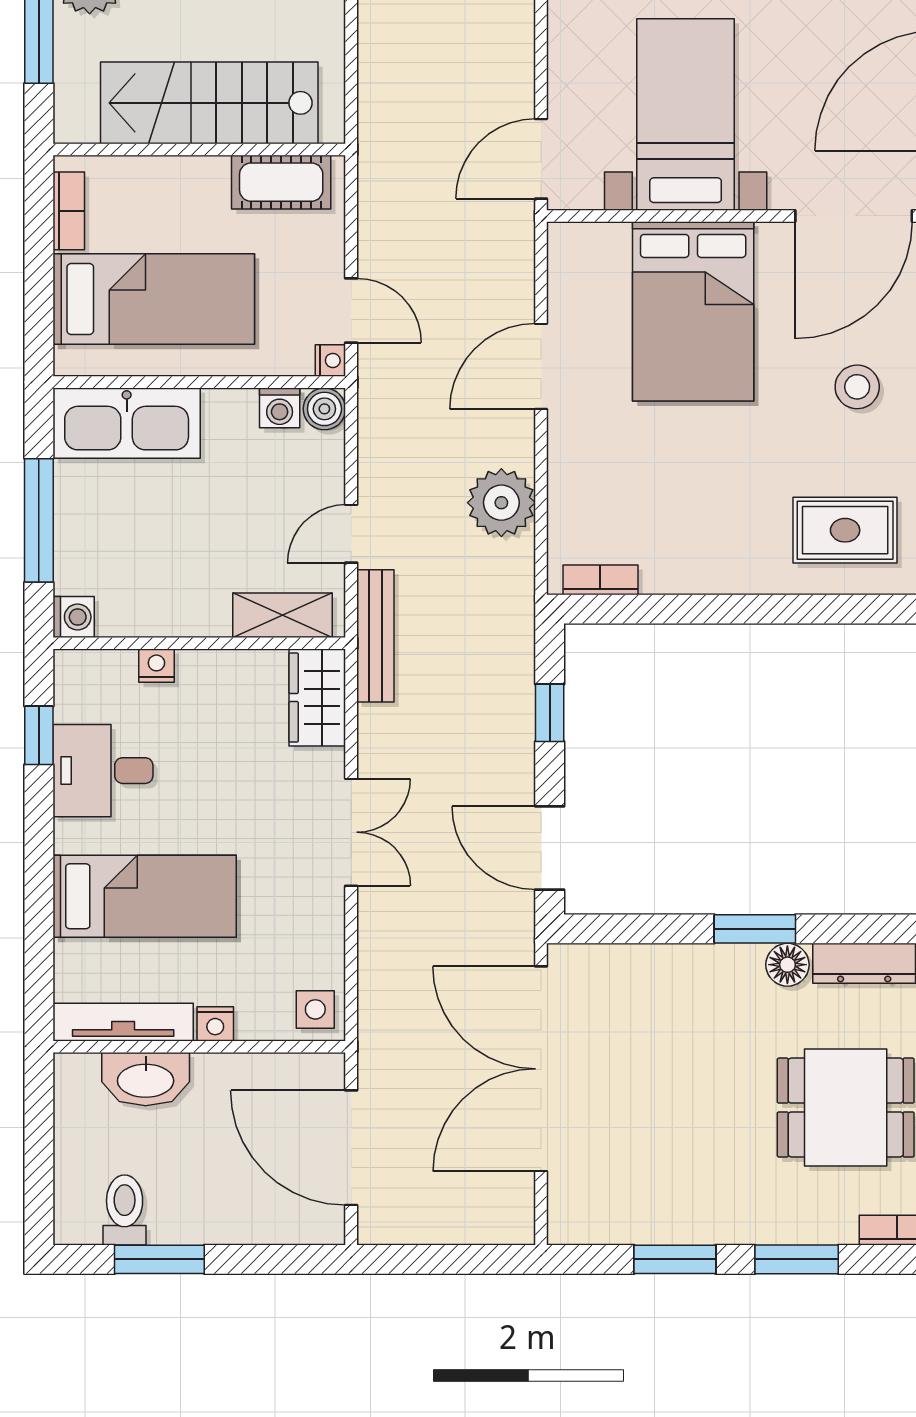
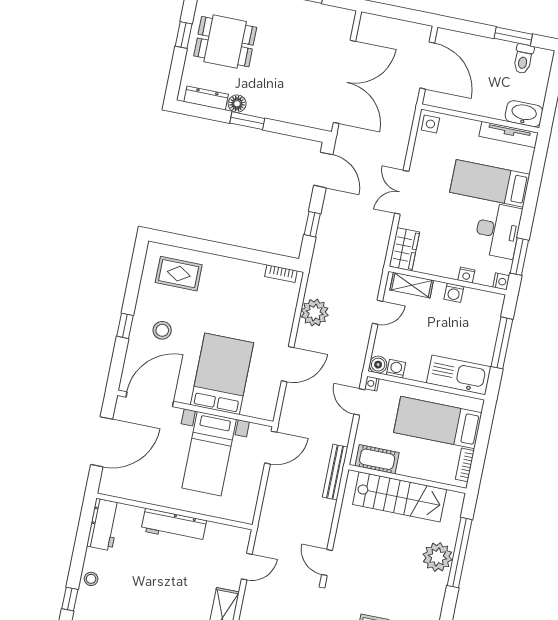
washing machine: (74, 617) -> (454, 293), moved, turned -90
bench: (375, 636) -> (335, 472), moved
window: (39, 735) -> (519, 257), width x1.50
desk: (103, 771) -> (498, 230), width x1.37
nightstand: (215, 1024) -> (501, 281), moved, turned 90
washbasin: (146, 1079) -> (524, 114), moved

